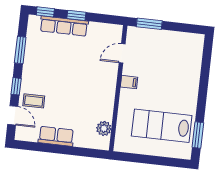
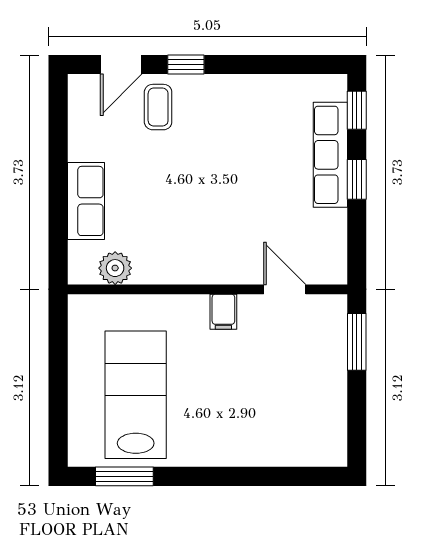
window: (20, 50) -> (267, 65), removed
row of seats: (56, 136) -> (86, 201), moved

